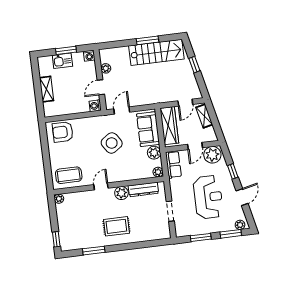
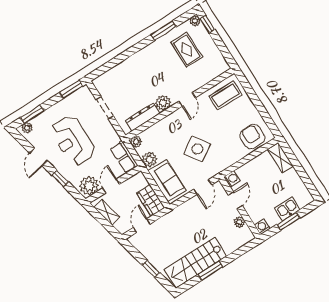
shelving: (46, 89) -> (280, 158), moved
shelving: (204, 116) -> (107, 212), moved
wardrobe: (169, 126) -> (151, 200), width x0.67
armchair: (63, 132) -> (252, 137), turned -90
plant: (59, 199) -> (195, 21), moved
rug: (116, 226) -> (187, 50), moved, turned 90
window: (201, 237) -> (71, 89), moved

